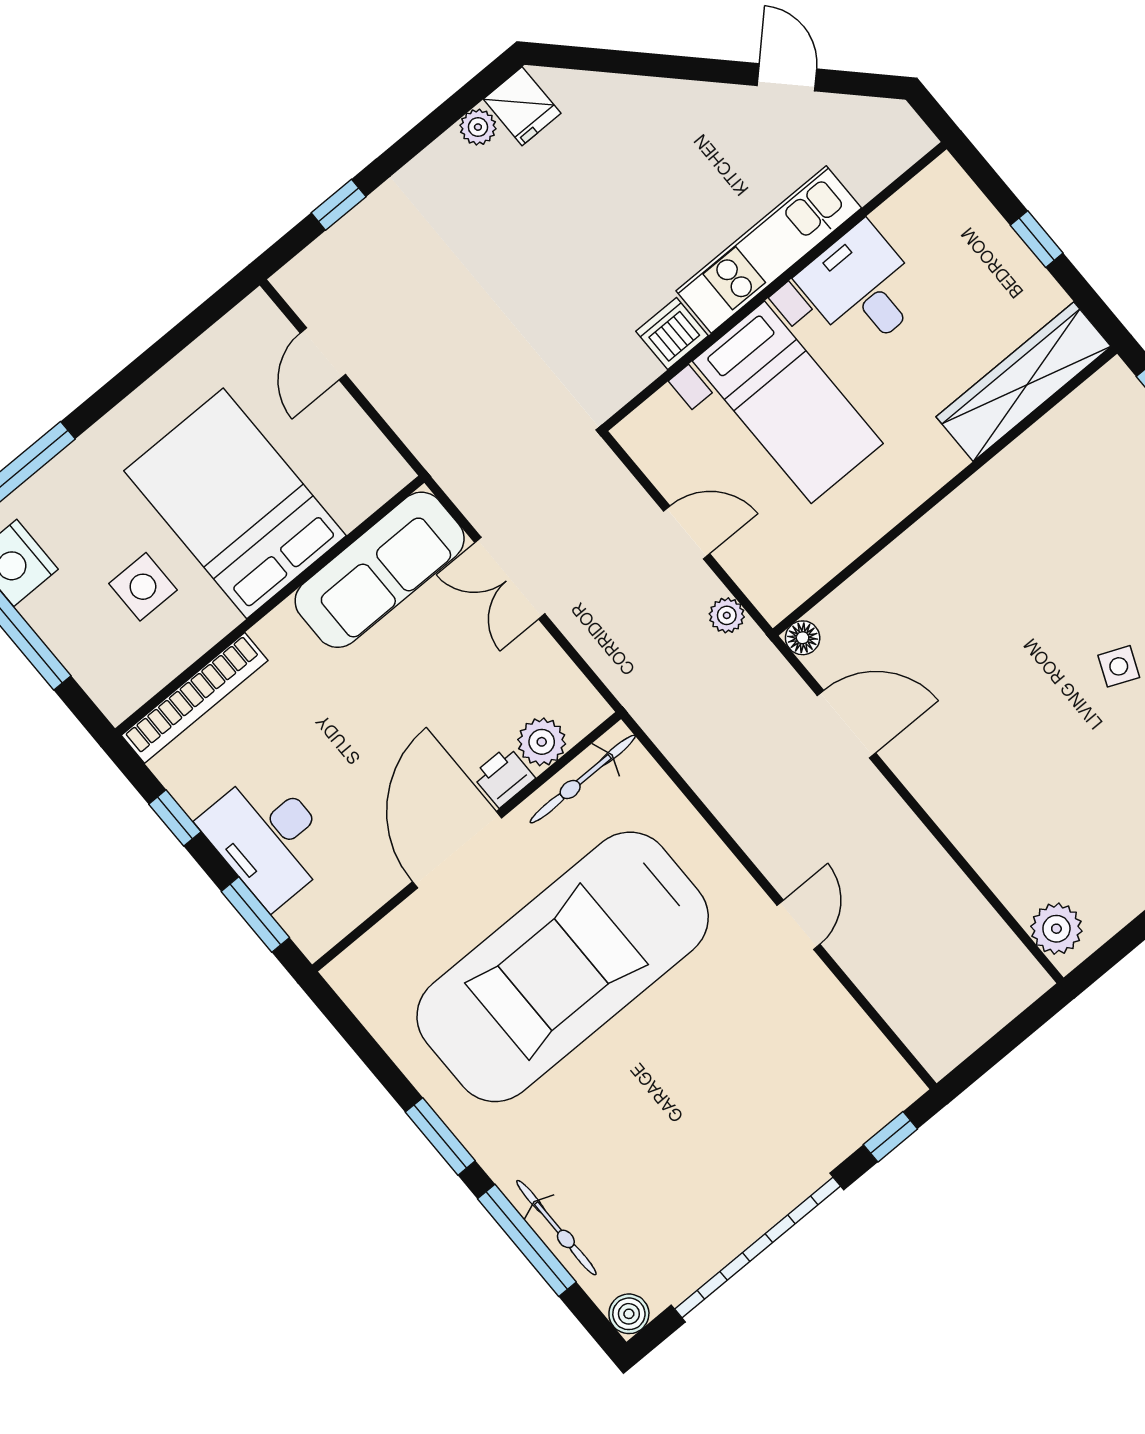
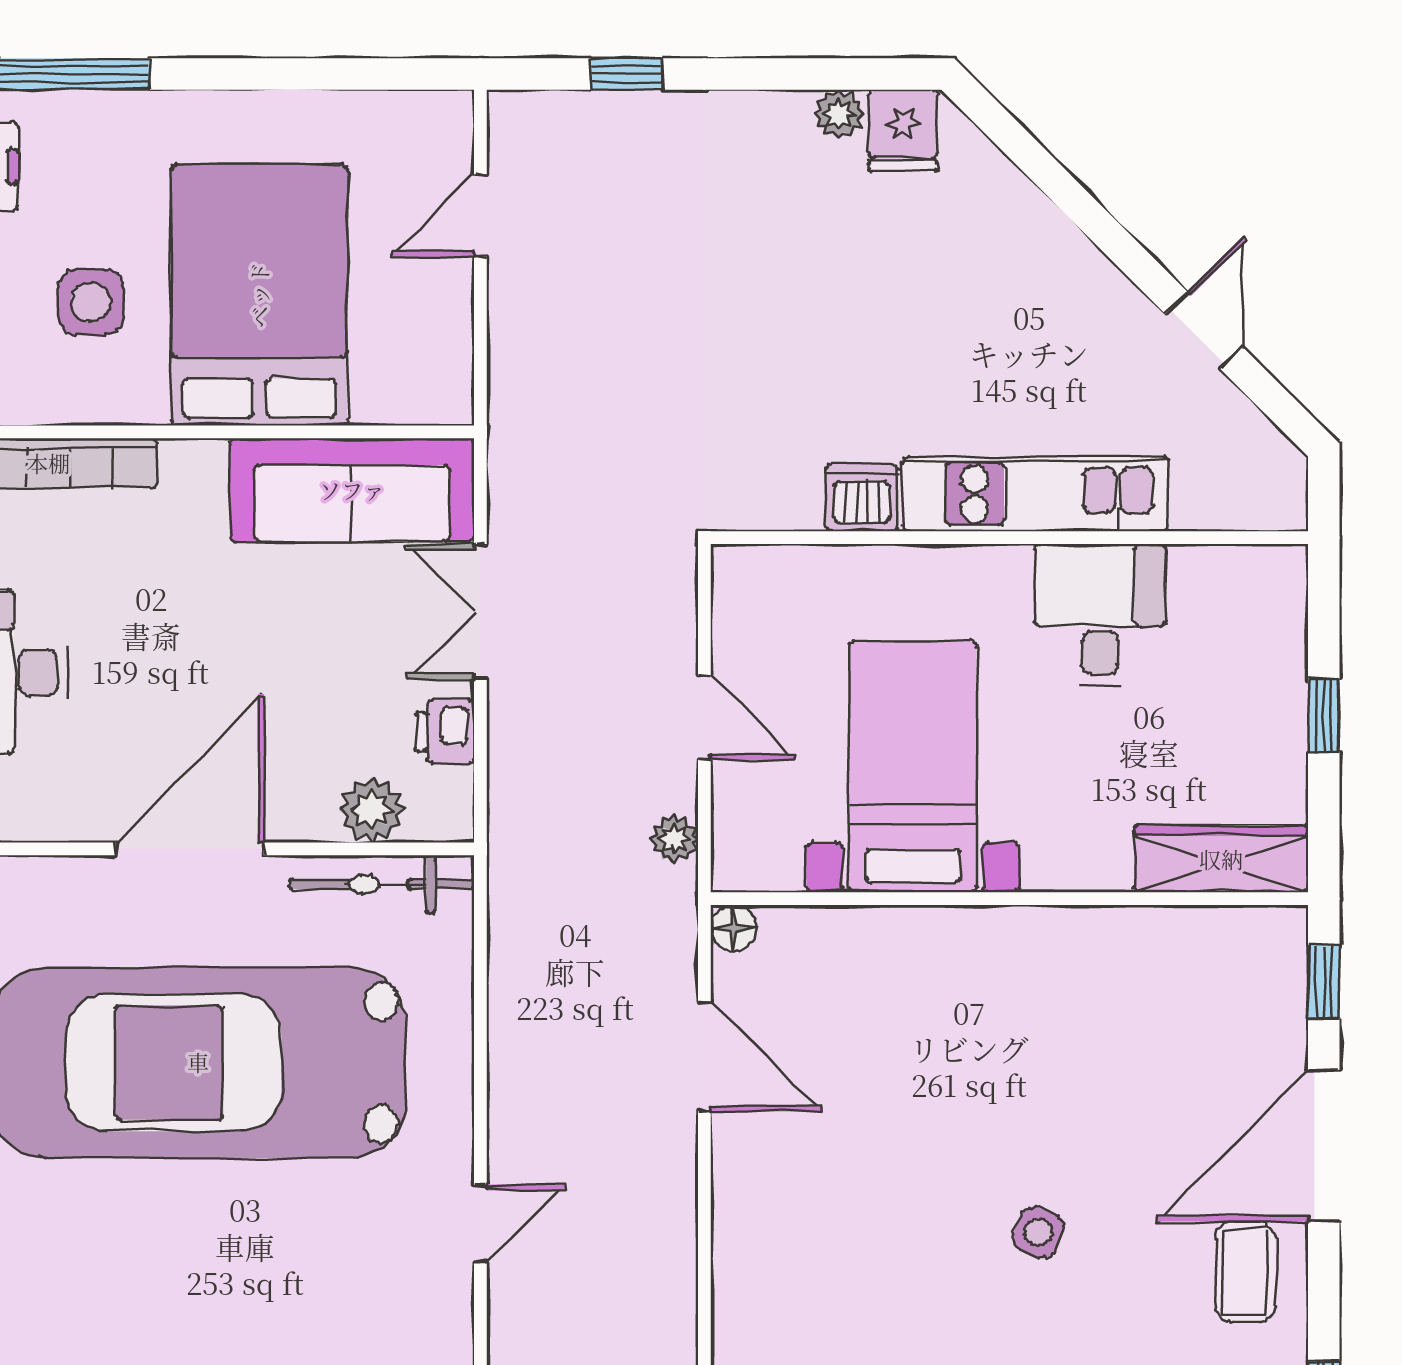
wardrobe: (1024, 382) -> (1221, 859), width x0.71, depth x0.85
bed with nightstands: (788, 402) -> (913, 766), moved, turned 180
printer: (504, 777) -> (445, 732), moved, turned -90

